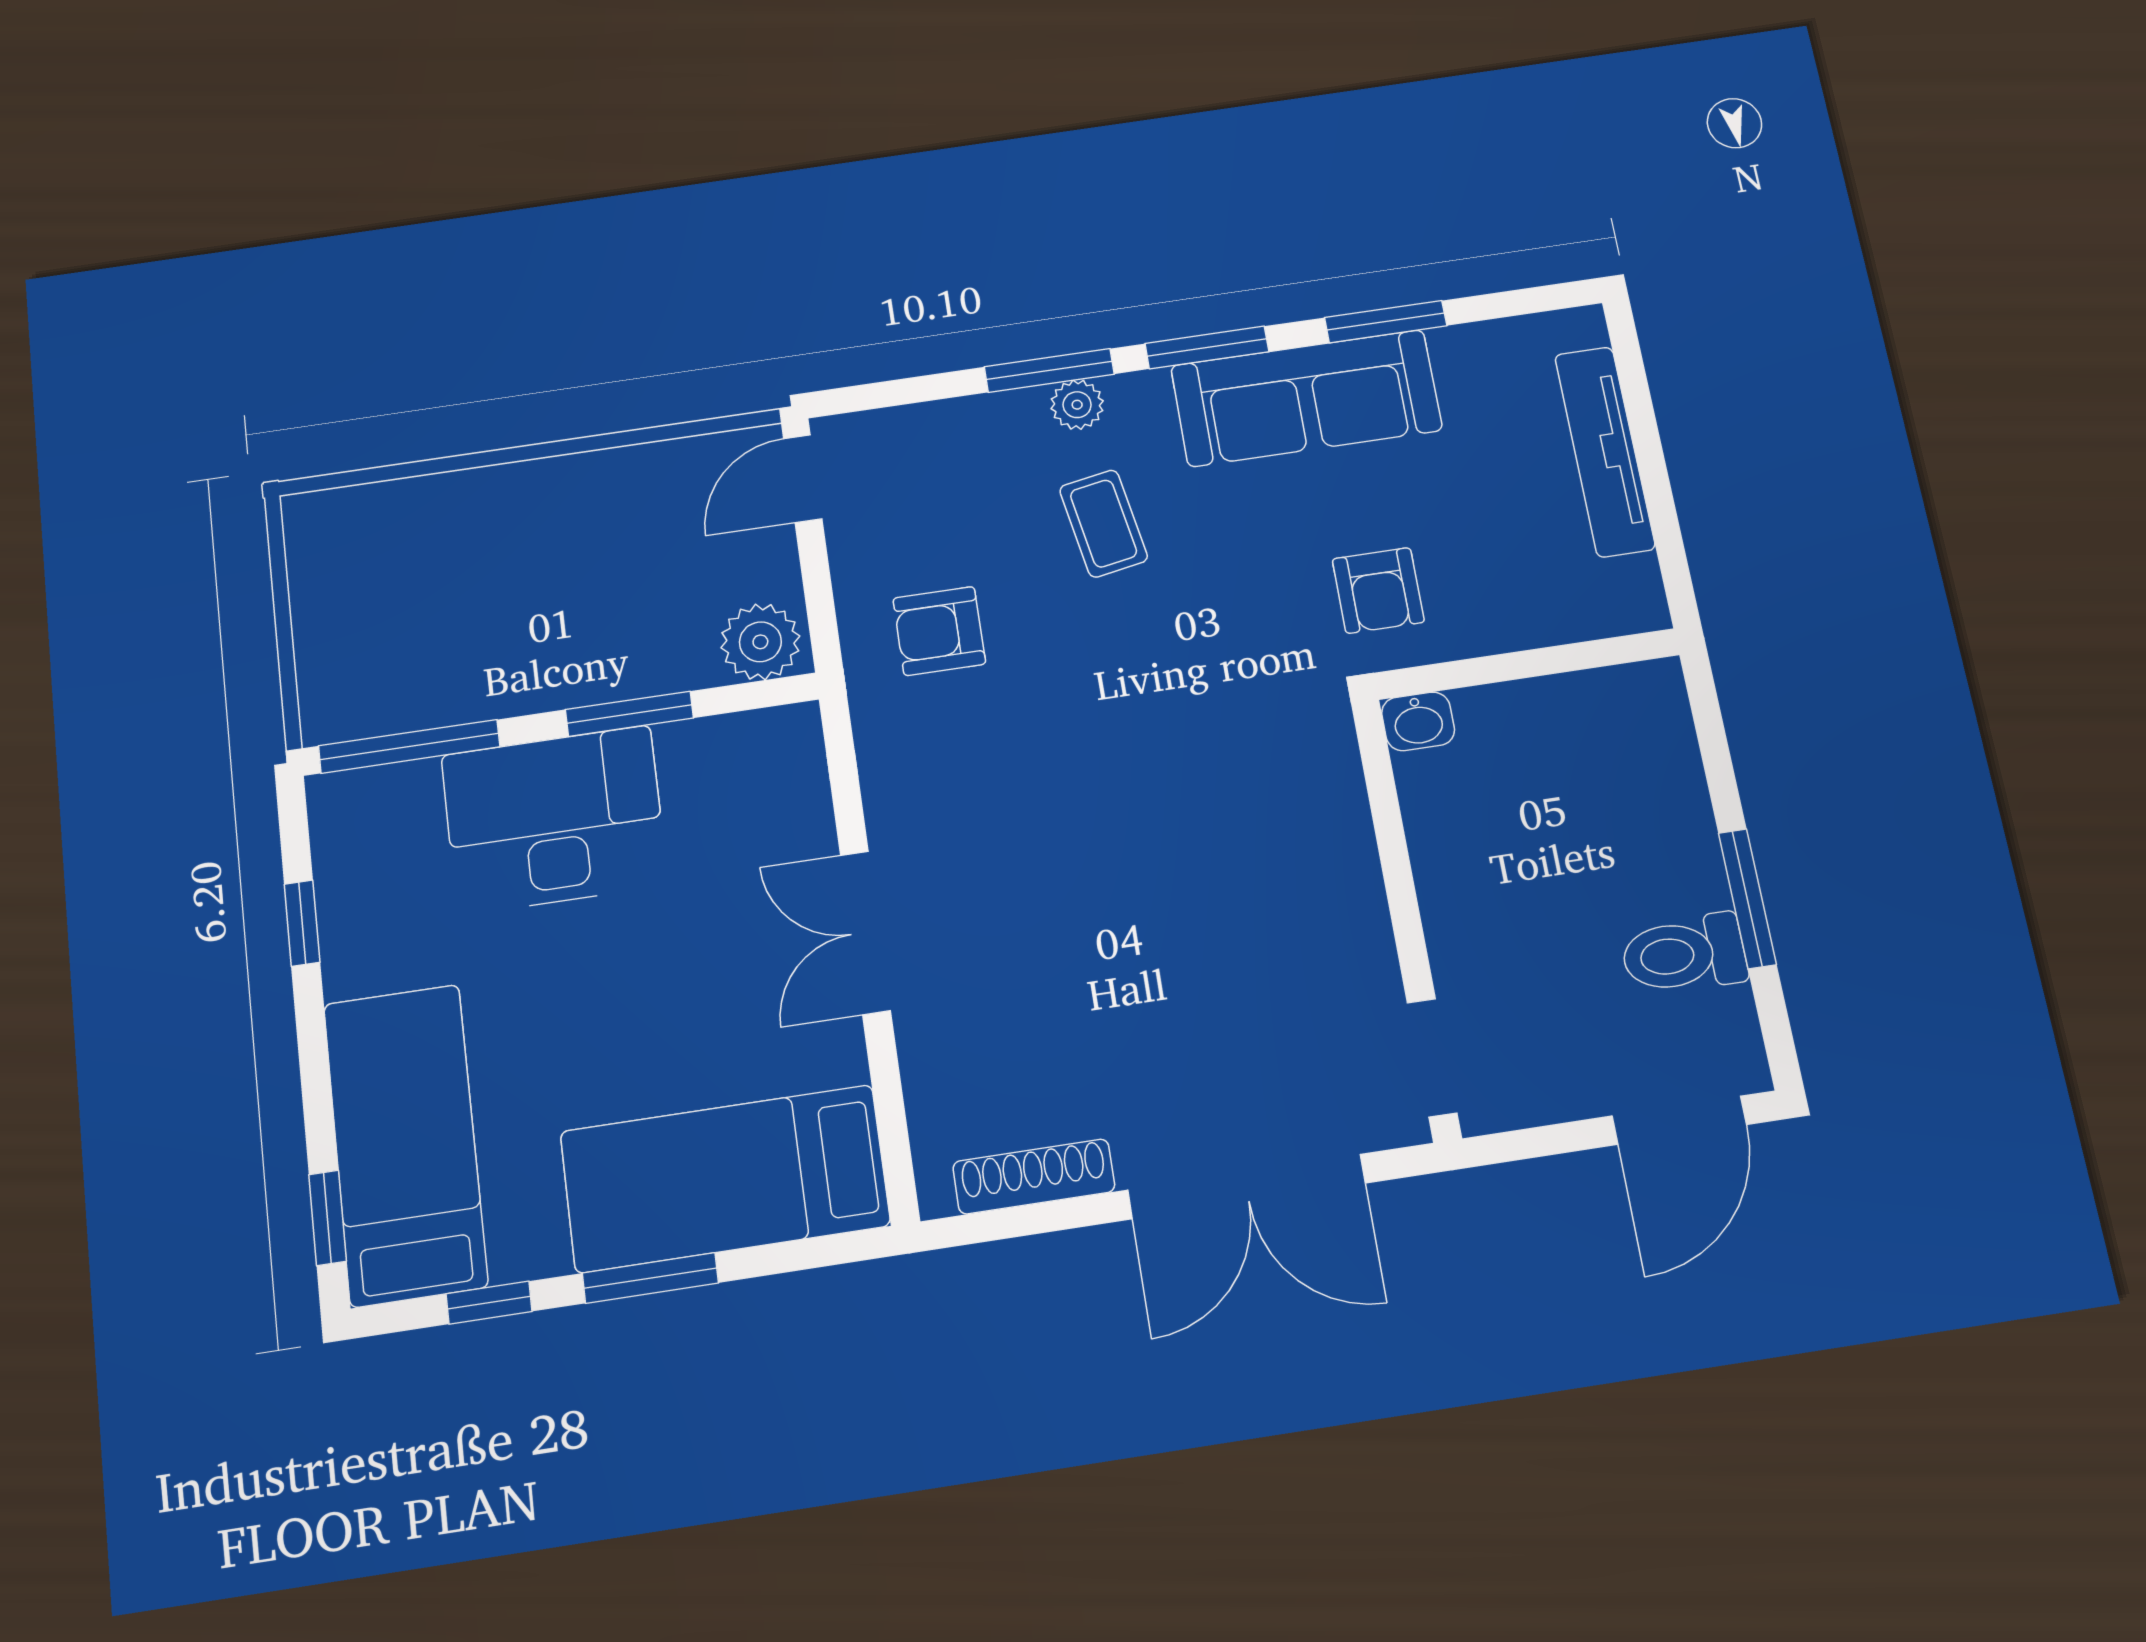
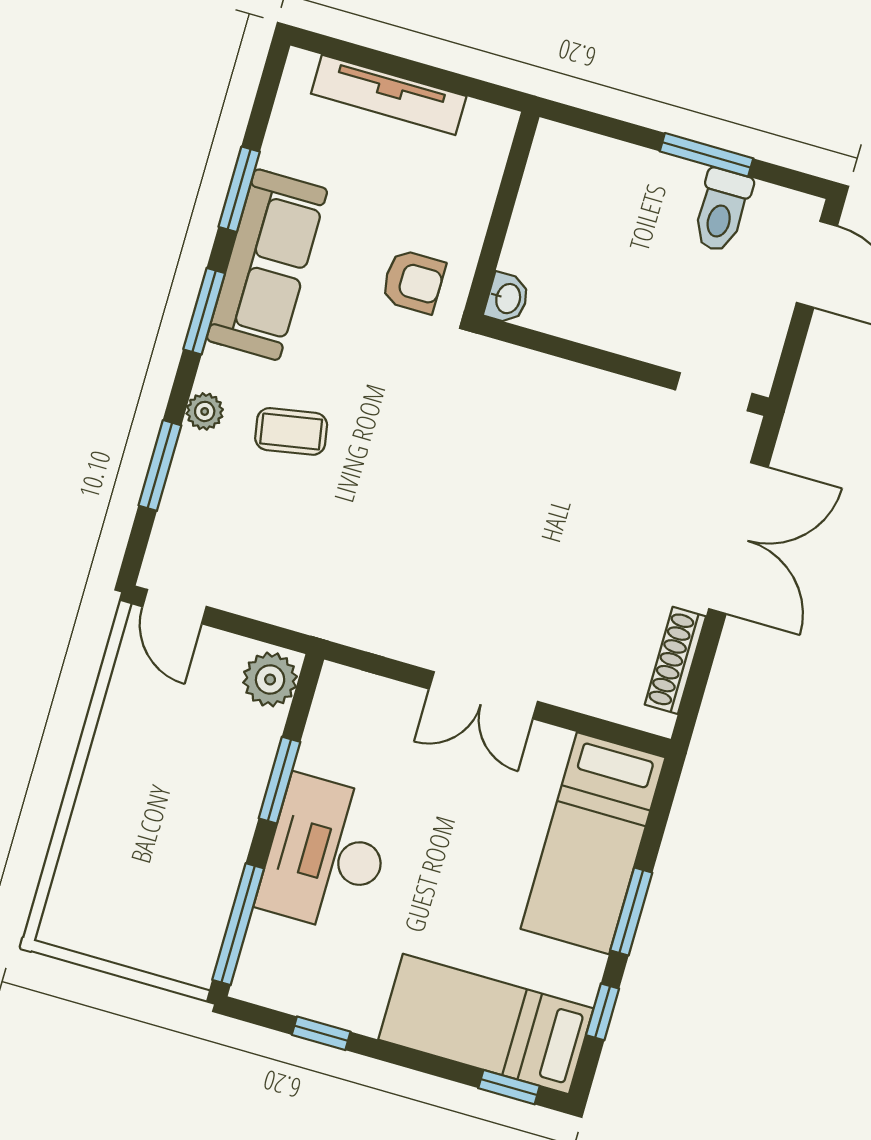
window: (1049, 370) -> (160, 465), moved
armchair: (939, 631) -> (314, 566), removed

